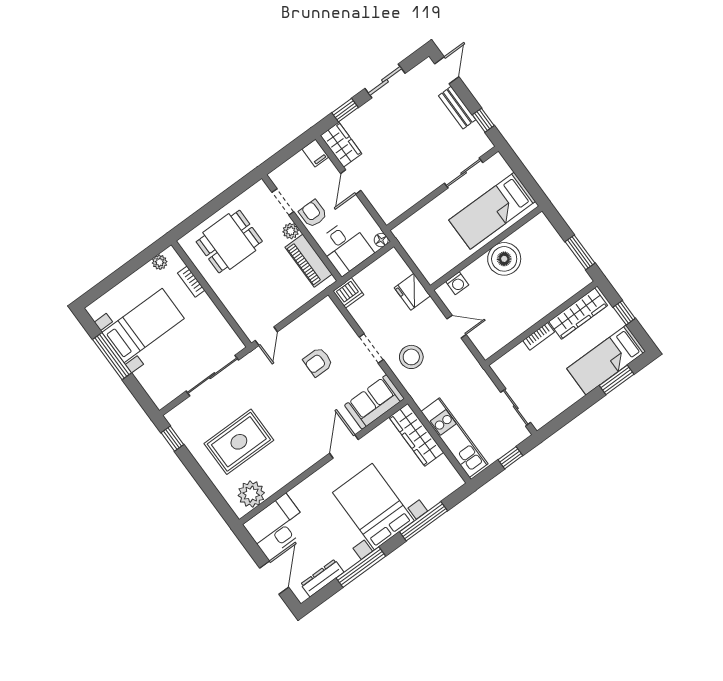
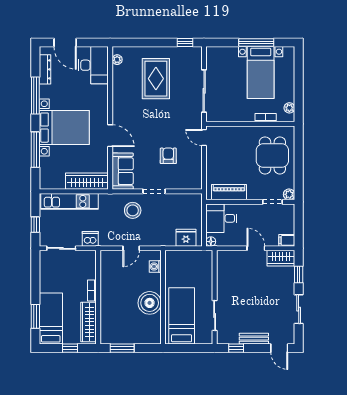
armchair: (313, 214) -> (254, 214), removed
plant: (291, 231) -> (289, 194), moved
fridge: (412, 292) -> (186, 238), moved
dishwasher: (348, 293) -> (90, 239), moved, turned 90
plant: (251, 494) -> (117, 60), width x0.53, depth x0.53

